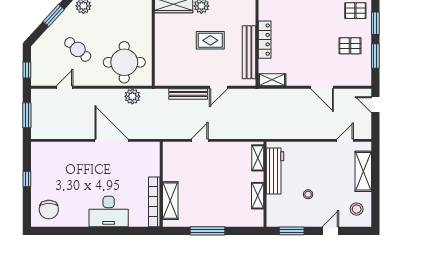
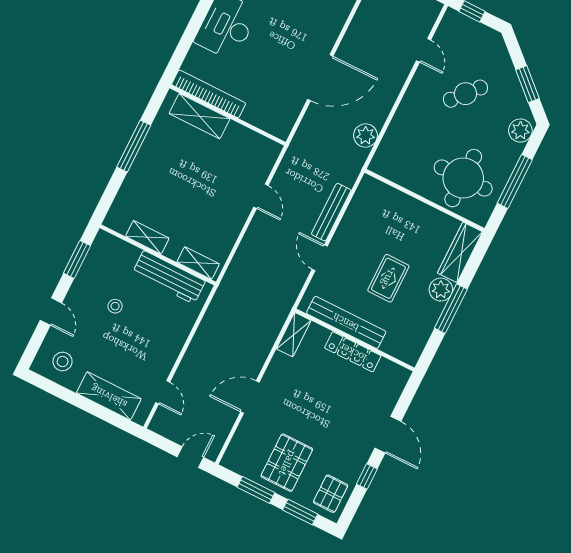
pallet: (350, 46) -> (287, 463), width x1.50, depth x1.42
round table: (124, 62) -> (463, 178), moved

